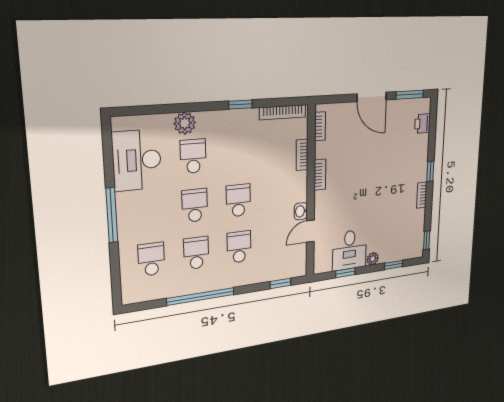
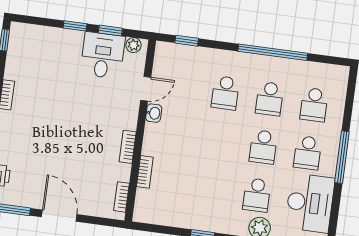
bookcase: (283, 112) -> (160, 219), removed
school desk: (238, 201) -> (308, 153), moved
plant: (373, 259) -> (134, 45), moved
window: (394, 265) -> (75, 26), moved

